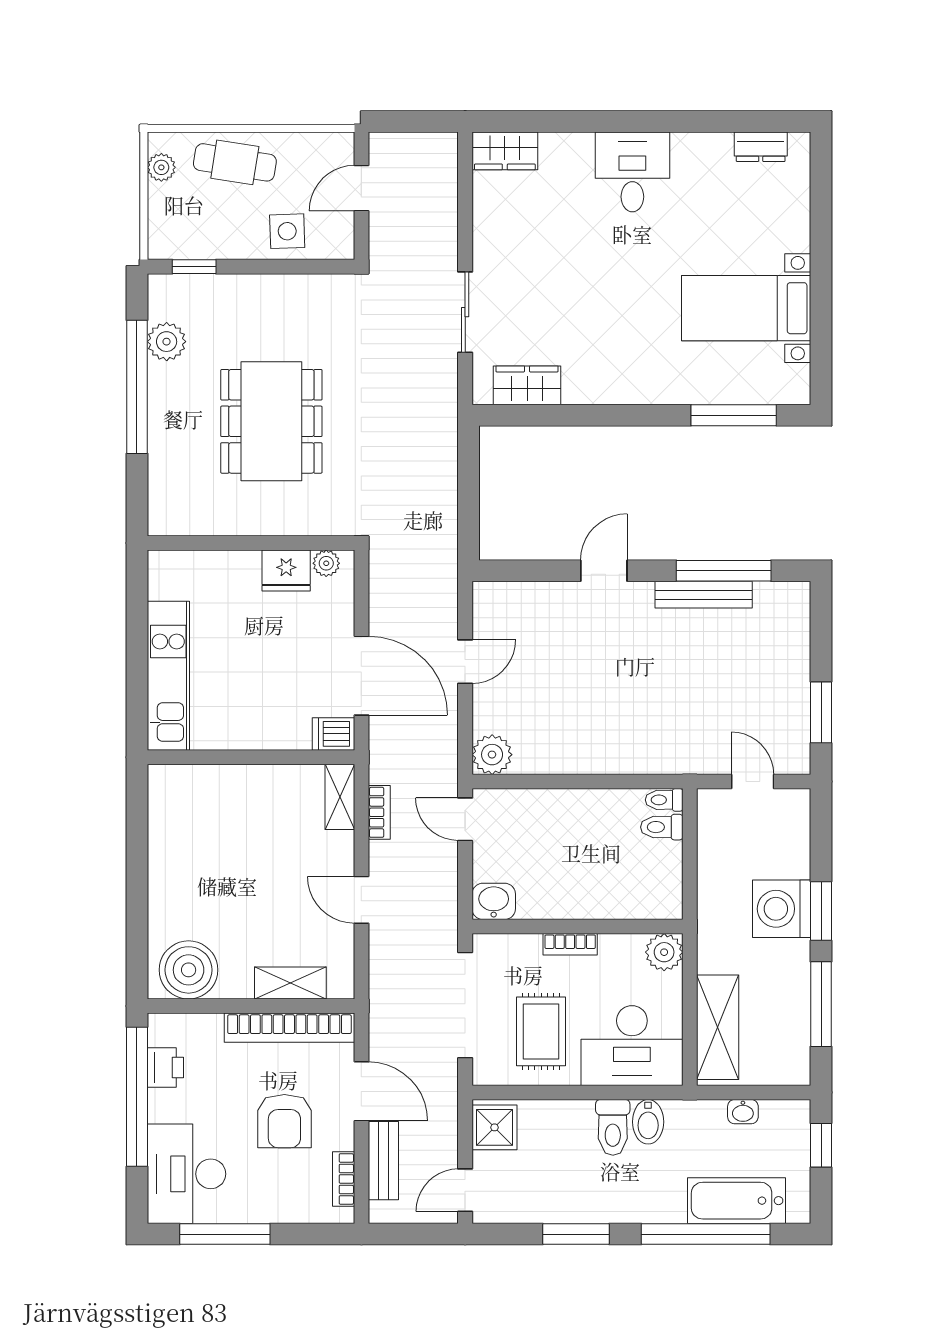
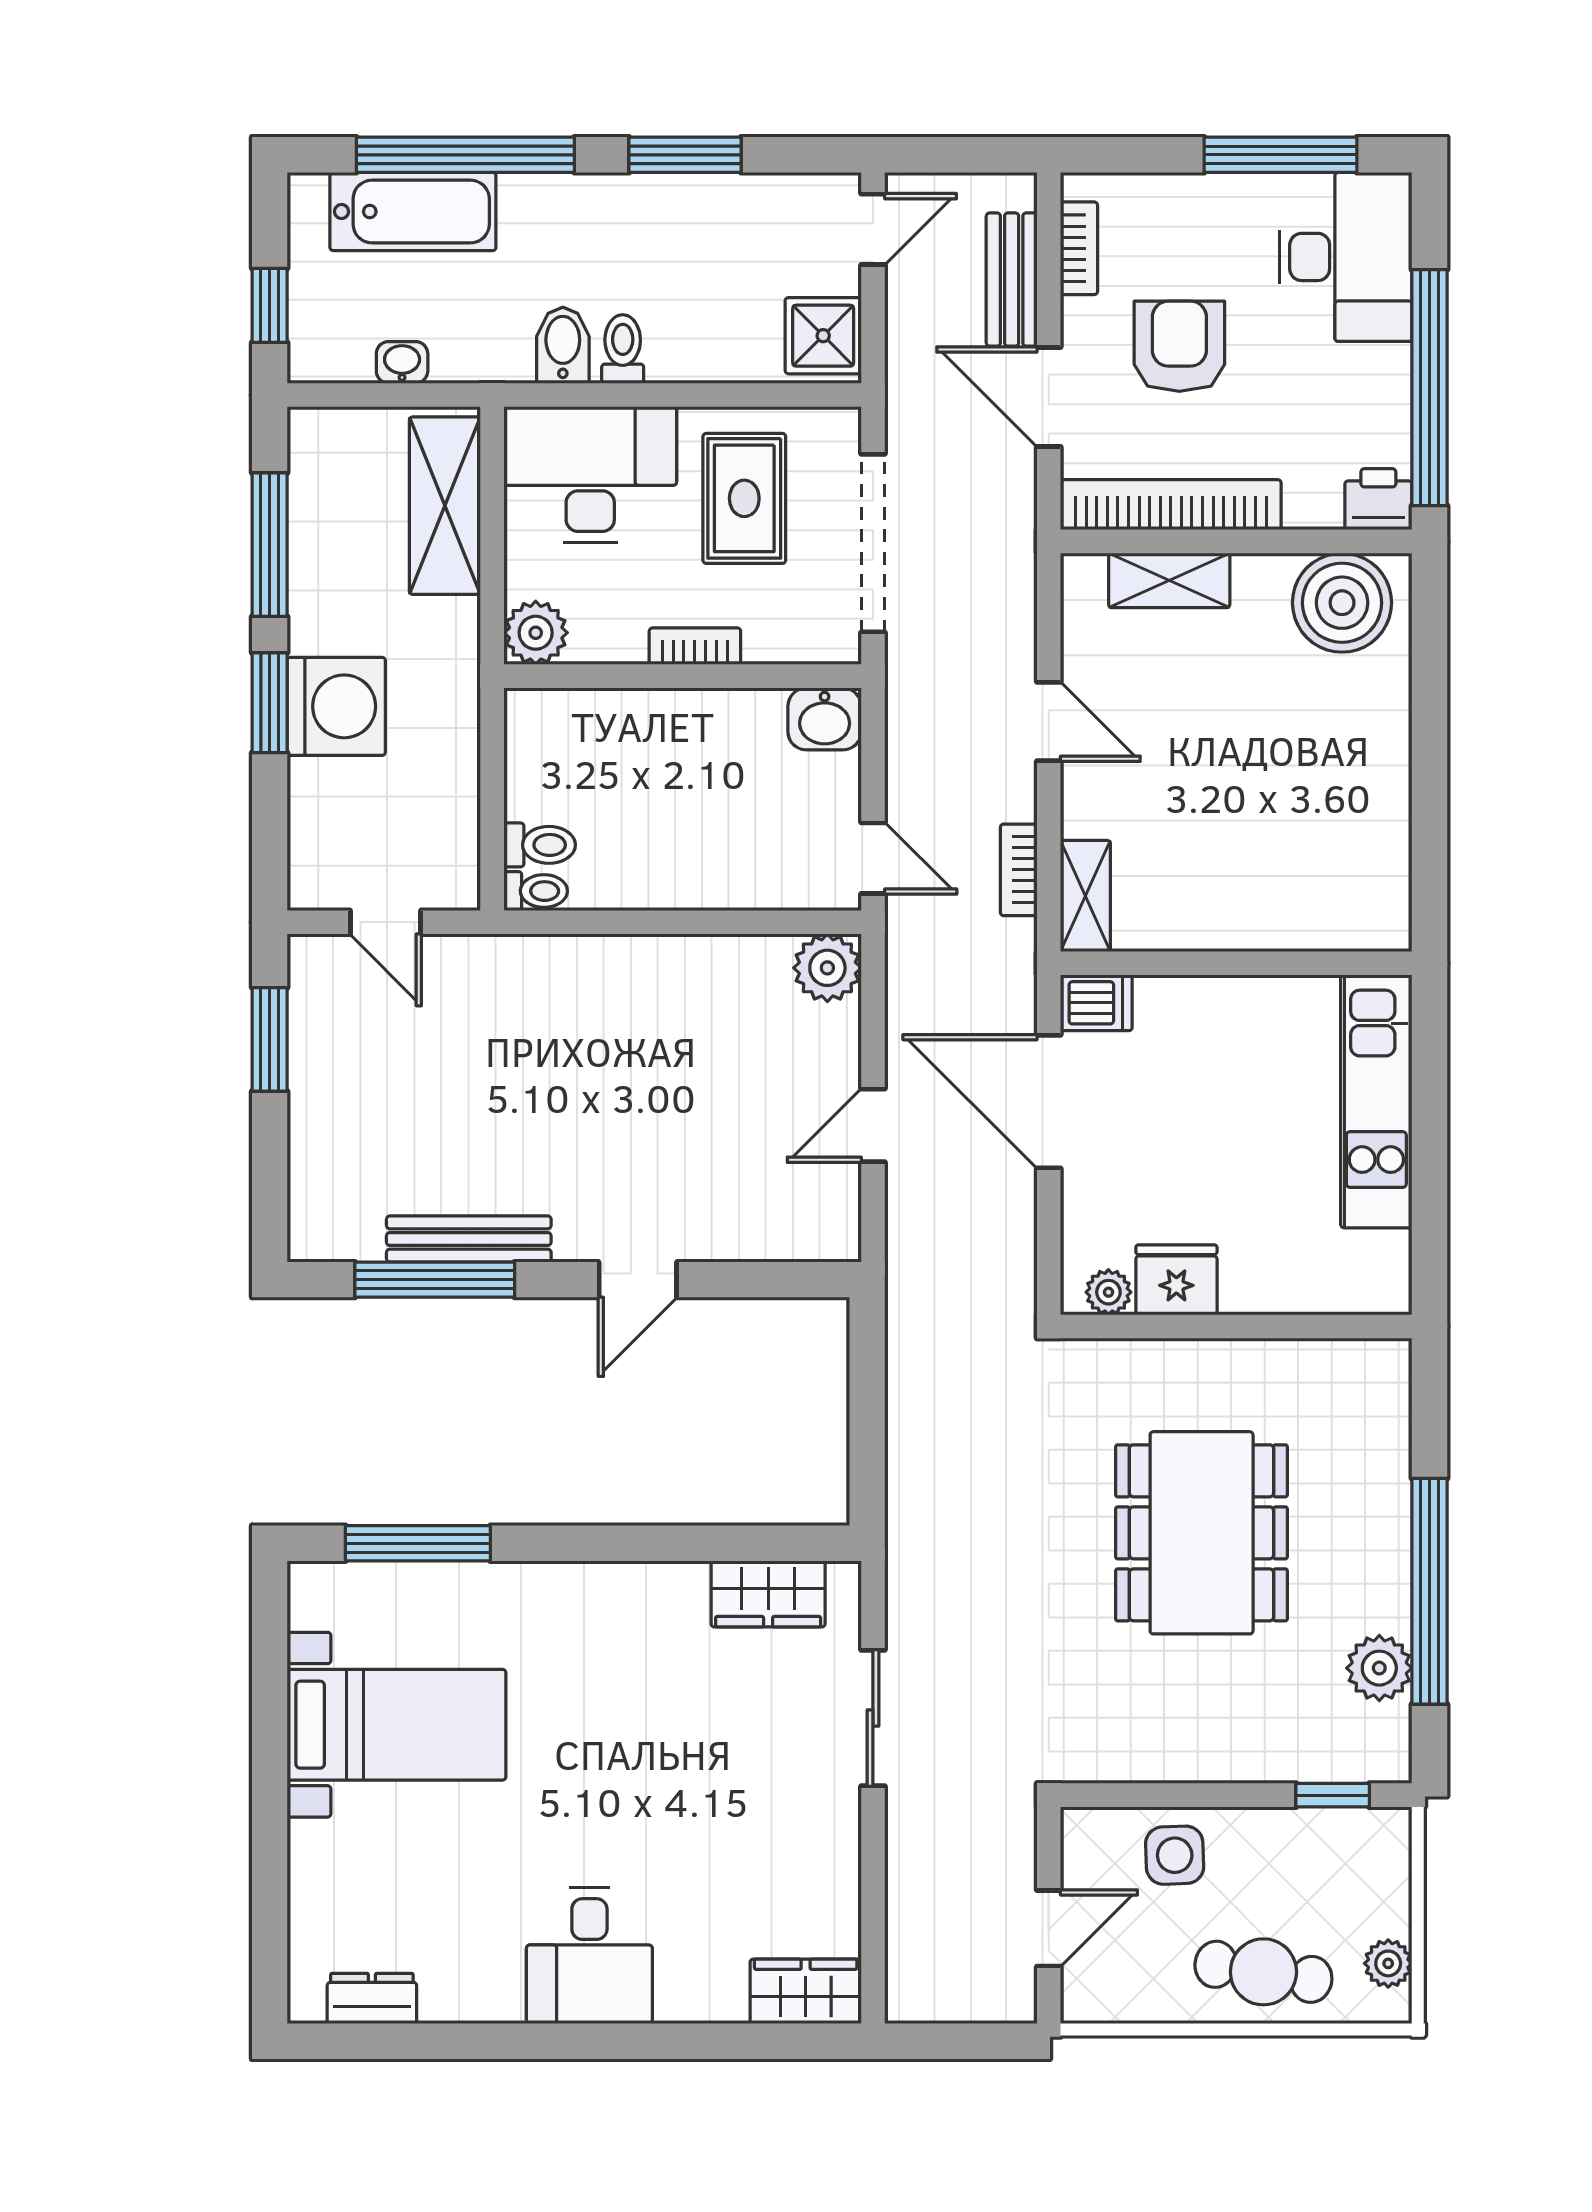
printer: (165, 1067) -> (1378, 499), moved, turned 90
toilet: (613, 1127) -> (623, 349), width x0.73, depth x0.72

